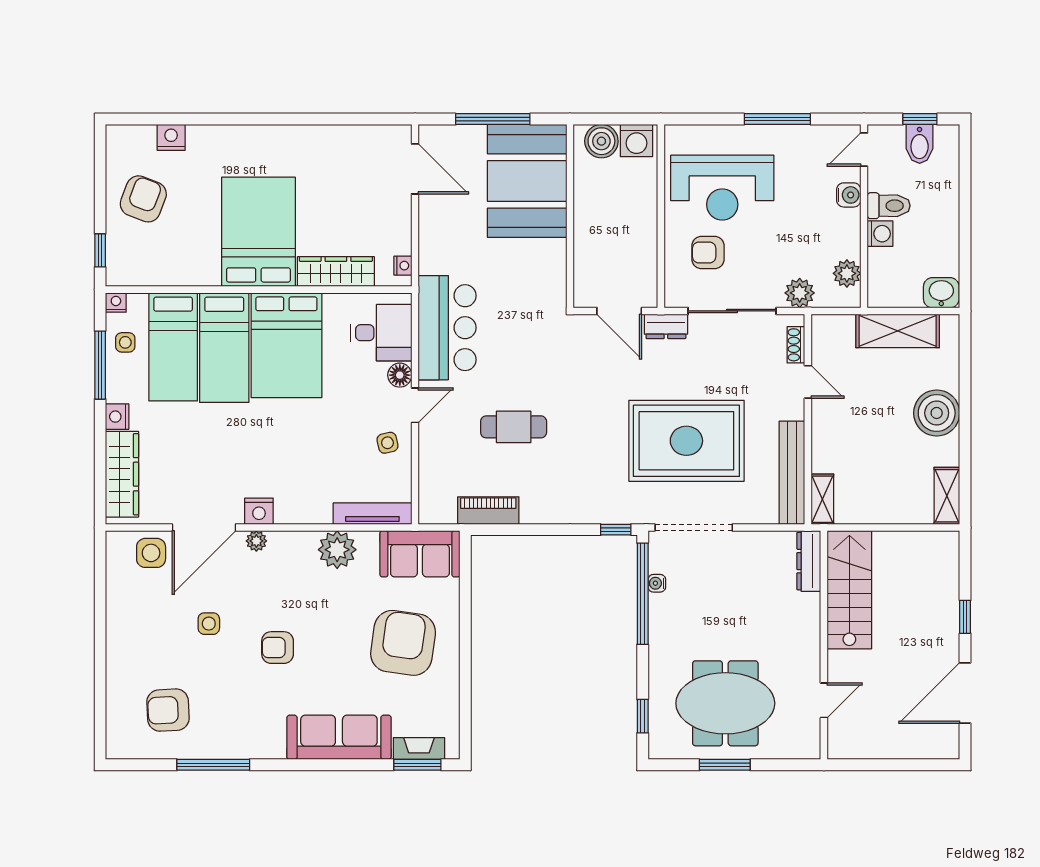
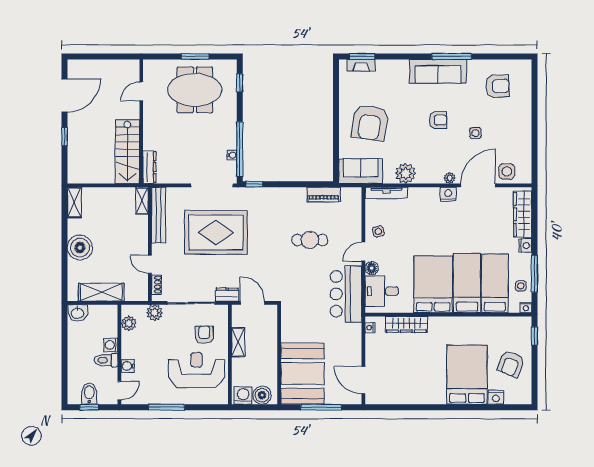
bed: (258, 232) -> (467, 375), moved, turned 180
shelving: (646, 239) -> (238, 342), added
armchair: (708, 253) -> (204, 335), turned -90
sofa: (339, 737) -> (438, 71), moved
window: (213, 765) -> (452, 56), moved

